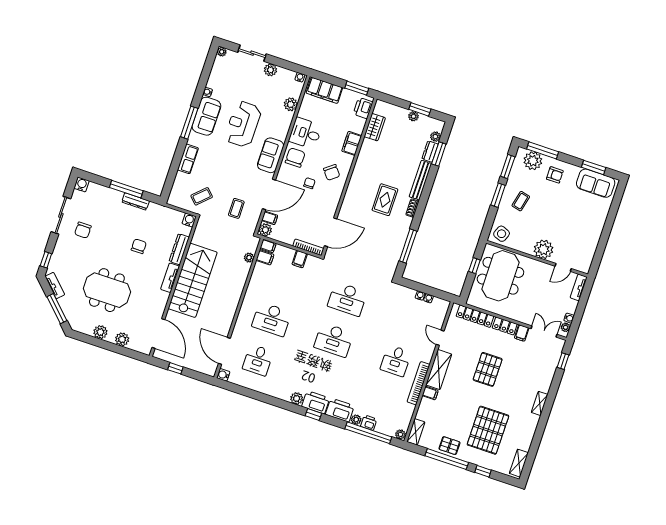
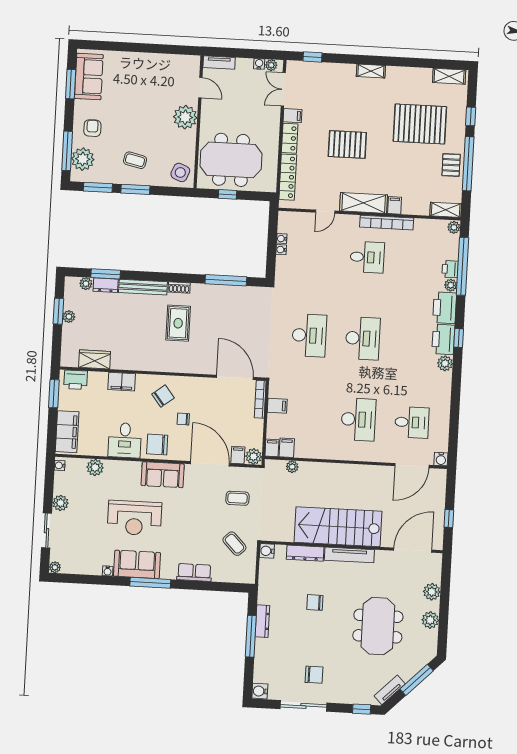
rug: (385, 200) -> (178, 323), turned 90
tv unit: (170, 278) -> (349, 555), width x1.41

